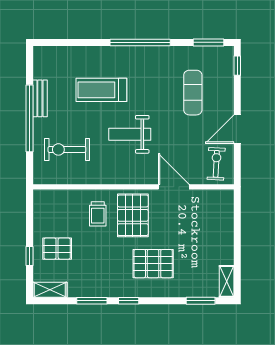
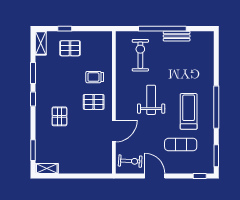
treadmill: (101, 90) -> (189, 111), moved
pallet: (133, 215) -> (94, 102), width x0.67, depth x0.71
pallet: (57, 249) -> (70, 48), turned 90
pallet: (153, 264) -> (59, 116), width x0.67, depth x0.71

